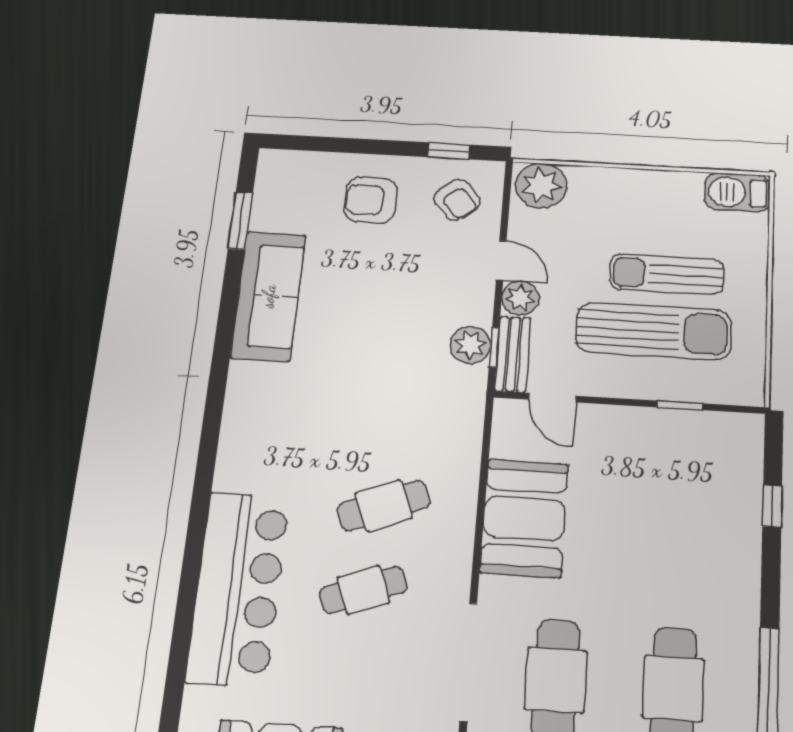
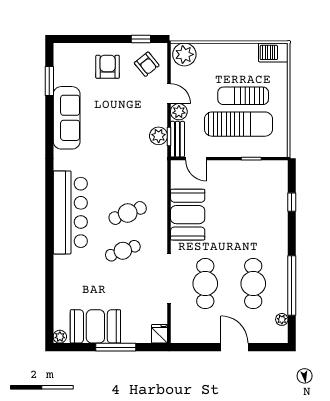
armchair: (371, 200) -> (108, 67), turned 90
bar counter: (238, 589) -> (70, 212), moved

